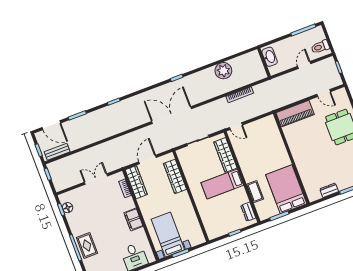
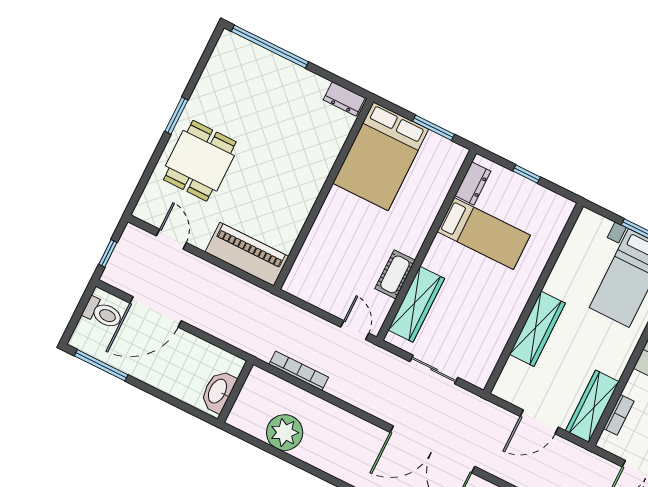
washbasin: (270, 57) -> (218, 391), moved
wall: (264, 63) -> (235, 392), moved
door: (304, 65) -> (156, 312), width x1.87
wardrobe: (175, 176) -> (537, 329), moved
bed: (222, 184) -> (484, 233), moved
dresser: (329, 190) -> (344, 99), moved
cot: (255, 192) -> (395, 274), moved

